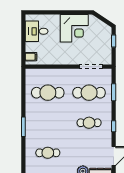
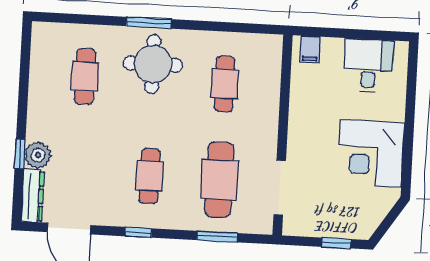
cafe table: (48, 93) -> (225, 84), width x0.73, depth x0.74
round table: (41, 124) -> (153, 64), added

